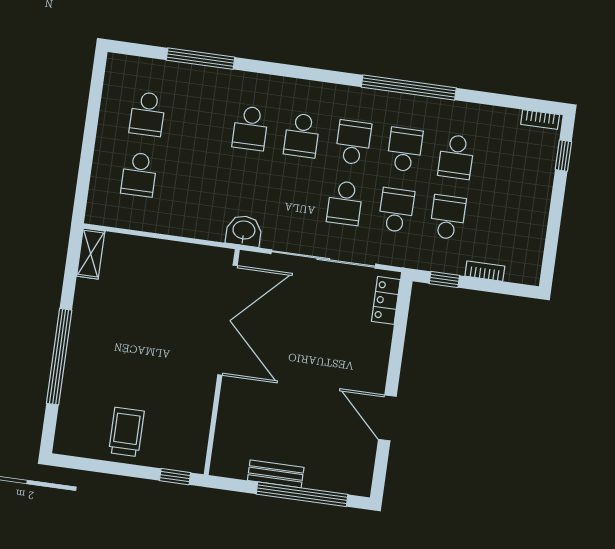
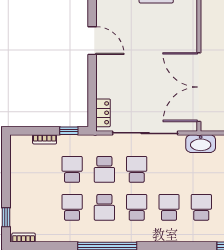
school desk: (353, 142) -> (137, 207), turned 180
school desk: (448, 217) -> (72, 169), turned 180
washbasin: (244, 231) -> (201, 144), width x1.38

